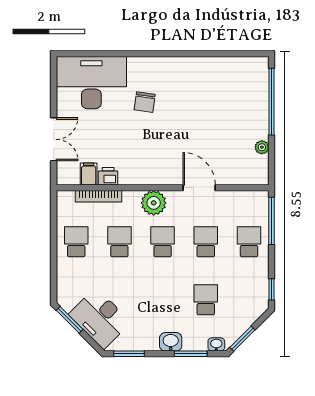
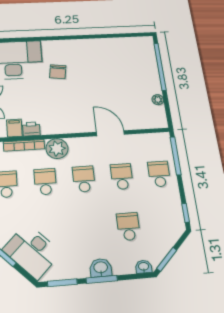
plant: (154, 203) -> (57, 149), moved
window: (191, 354) -> (102, 279), moved

